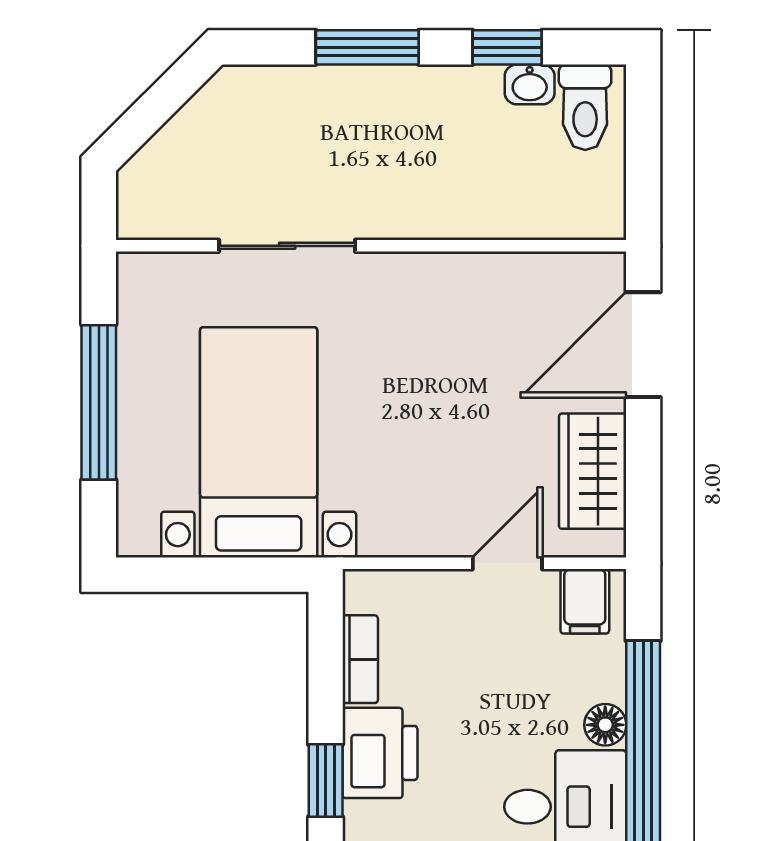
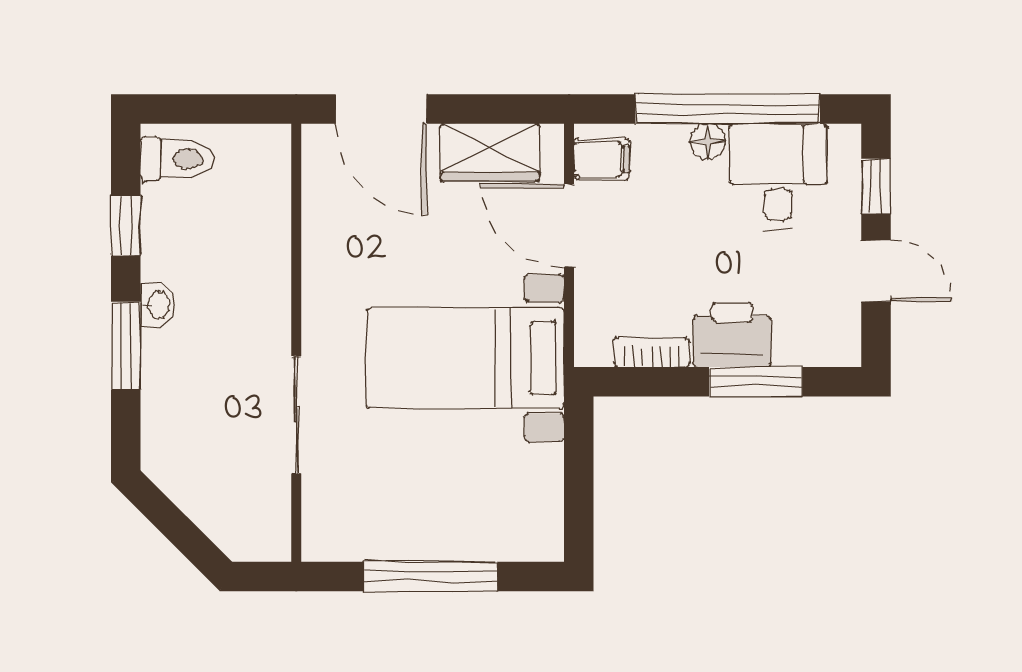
washbasin: (530, 84) -> (158, 305), moved
bed with nightstands: (259, 442) -> (465, 358), moved
door: (507, 563) -> (569, 226), width x1.38
window: (326, 781) -> (756, 382), width x1.50

